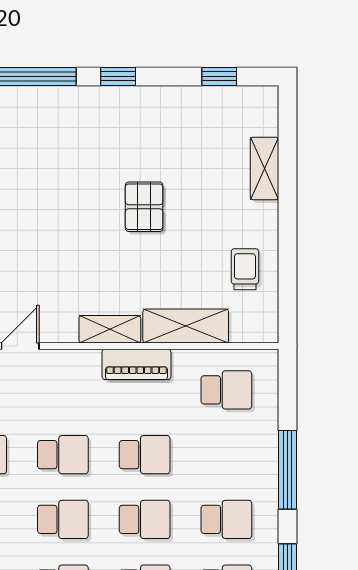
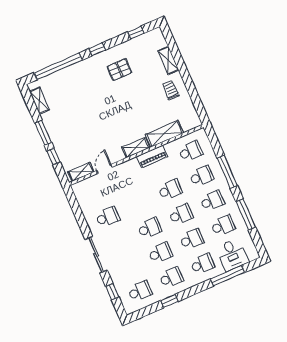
pallet: (144, 207) -> (119, 70), moved, turned 90
trolley: (245, 269) -> (171, 90), moved
school desk: (63, 455) -> (201, 176), moved

